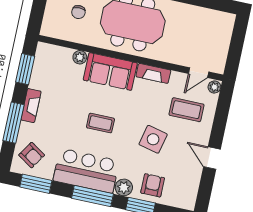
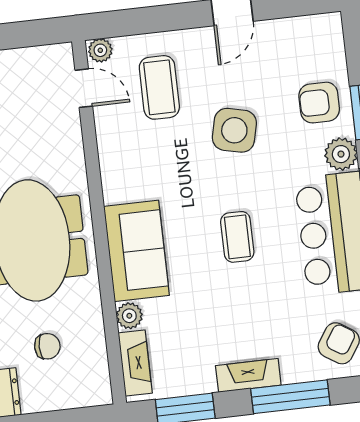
fireplace: (153, 73) -> (135, 363), moved

